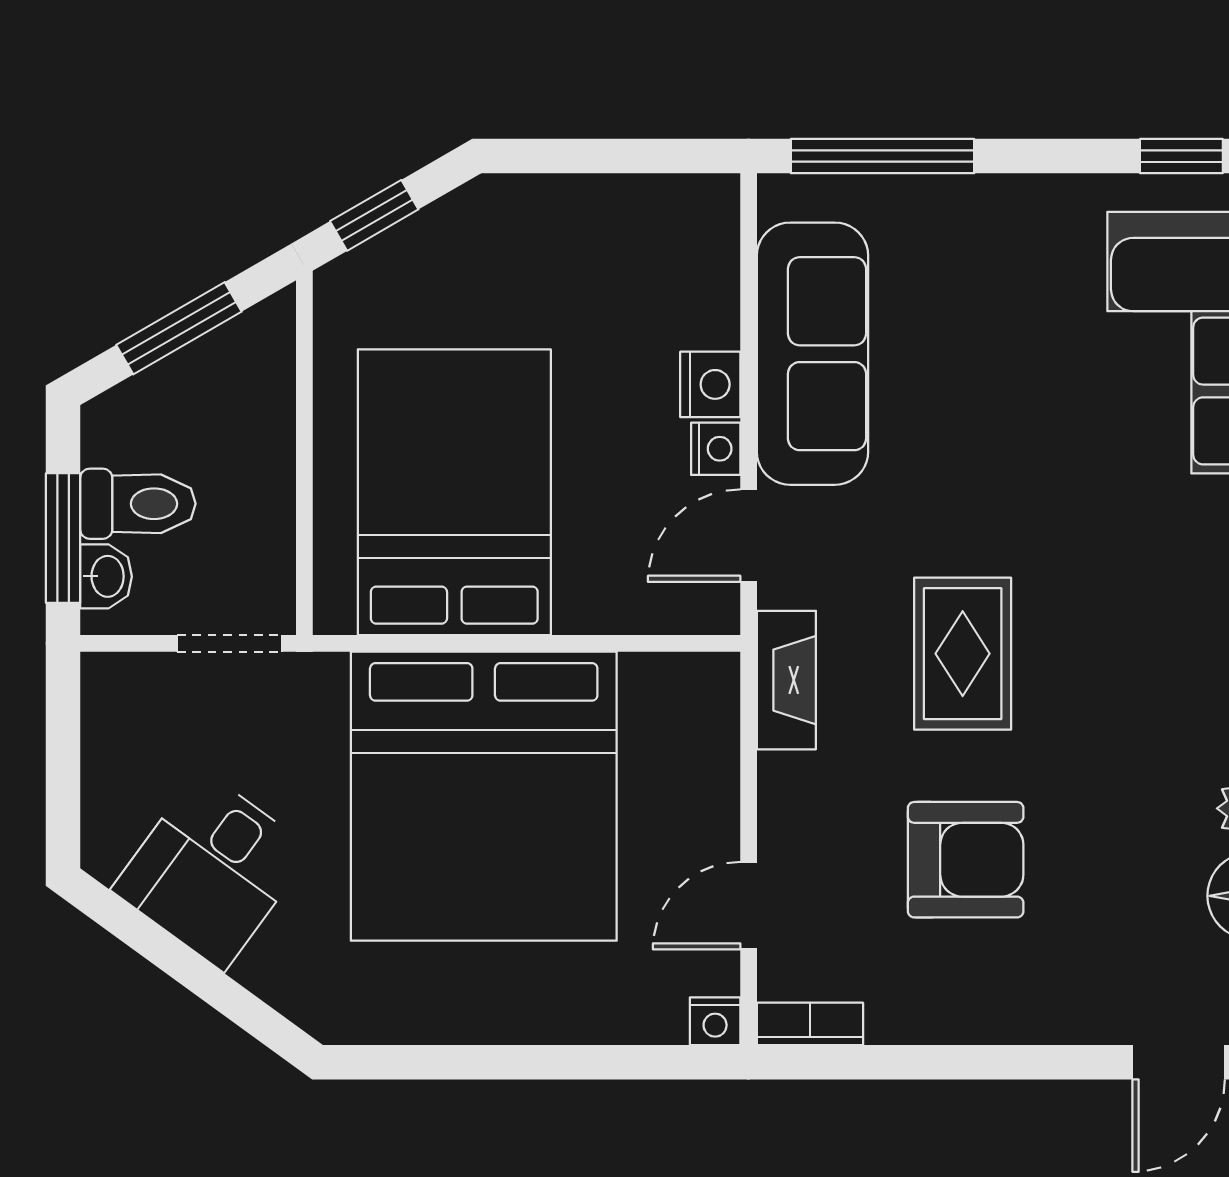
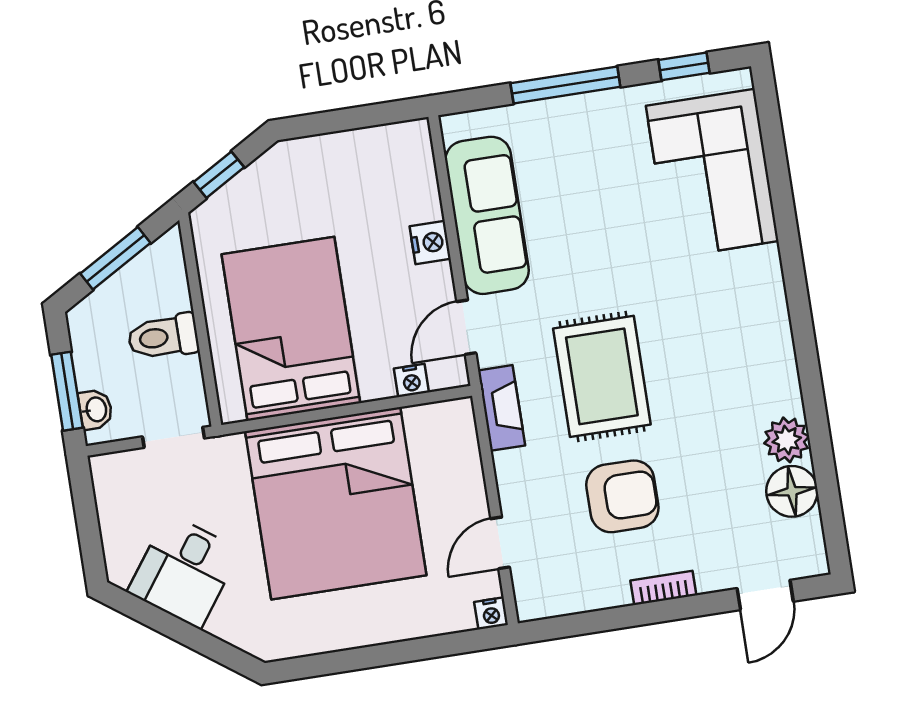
window: (882, 156) -> (565, 85), moved
nightstand: (716, 449) -> (411, 380), moved, turned 90
toilet: (138, 504) -> (163, 337), moved, turned 180
rug: (963, 654) -> (602, 376), width x1.36, depth x1.43
bookcase: (810, 1024) -> (663, 588), moved

